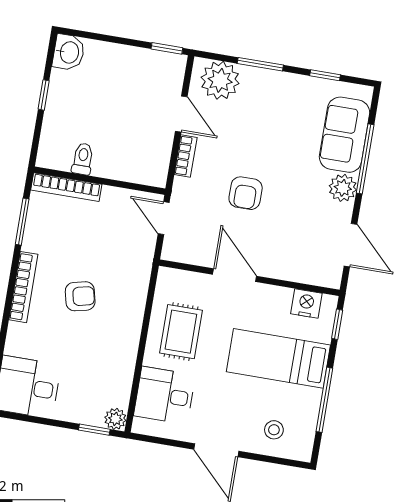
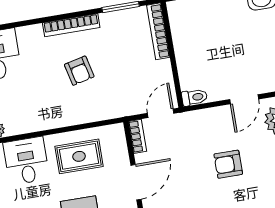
bookcase: (186, 156) -> (137, 136), moved, turned -90
toilet: (83, 159) -> (194, 97), moved
armchair: (246, 193) -> (228, 164), moved

